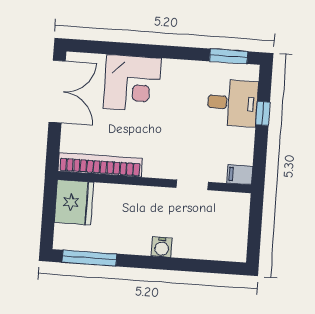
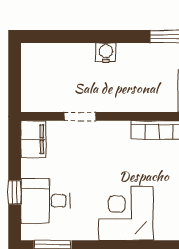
corner desk: (132, 83) -> (126, 213), moved
filing cabinet: (240, 175) -> (33, 139), width x2.00

